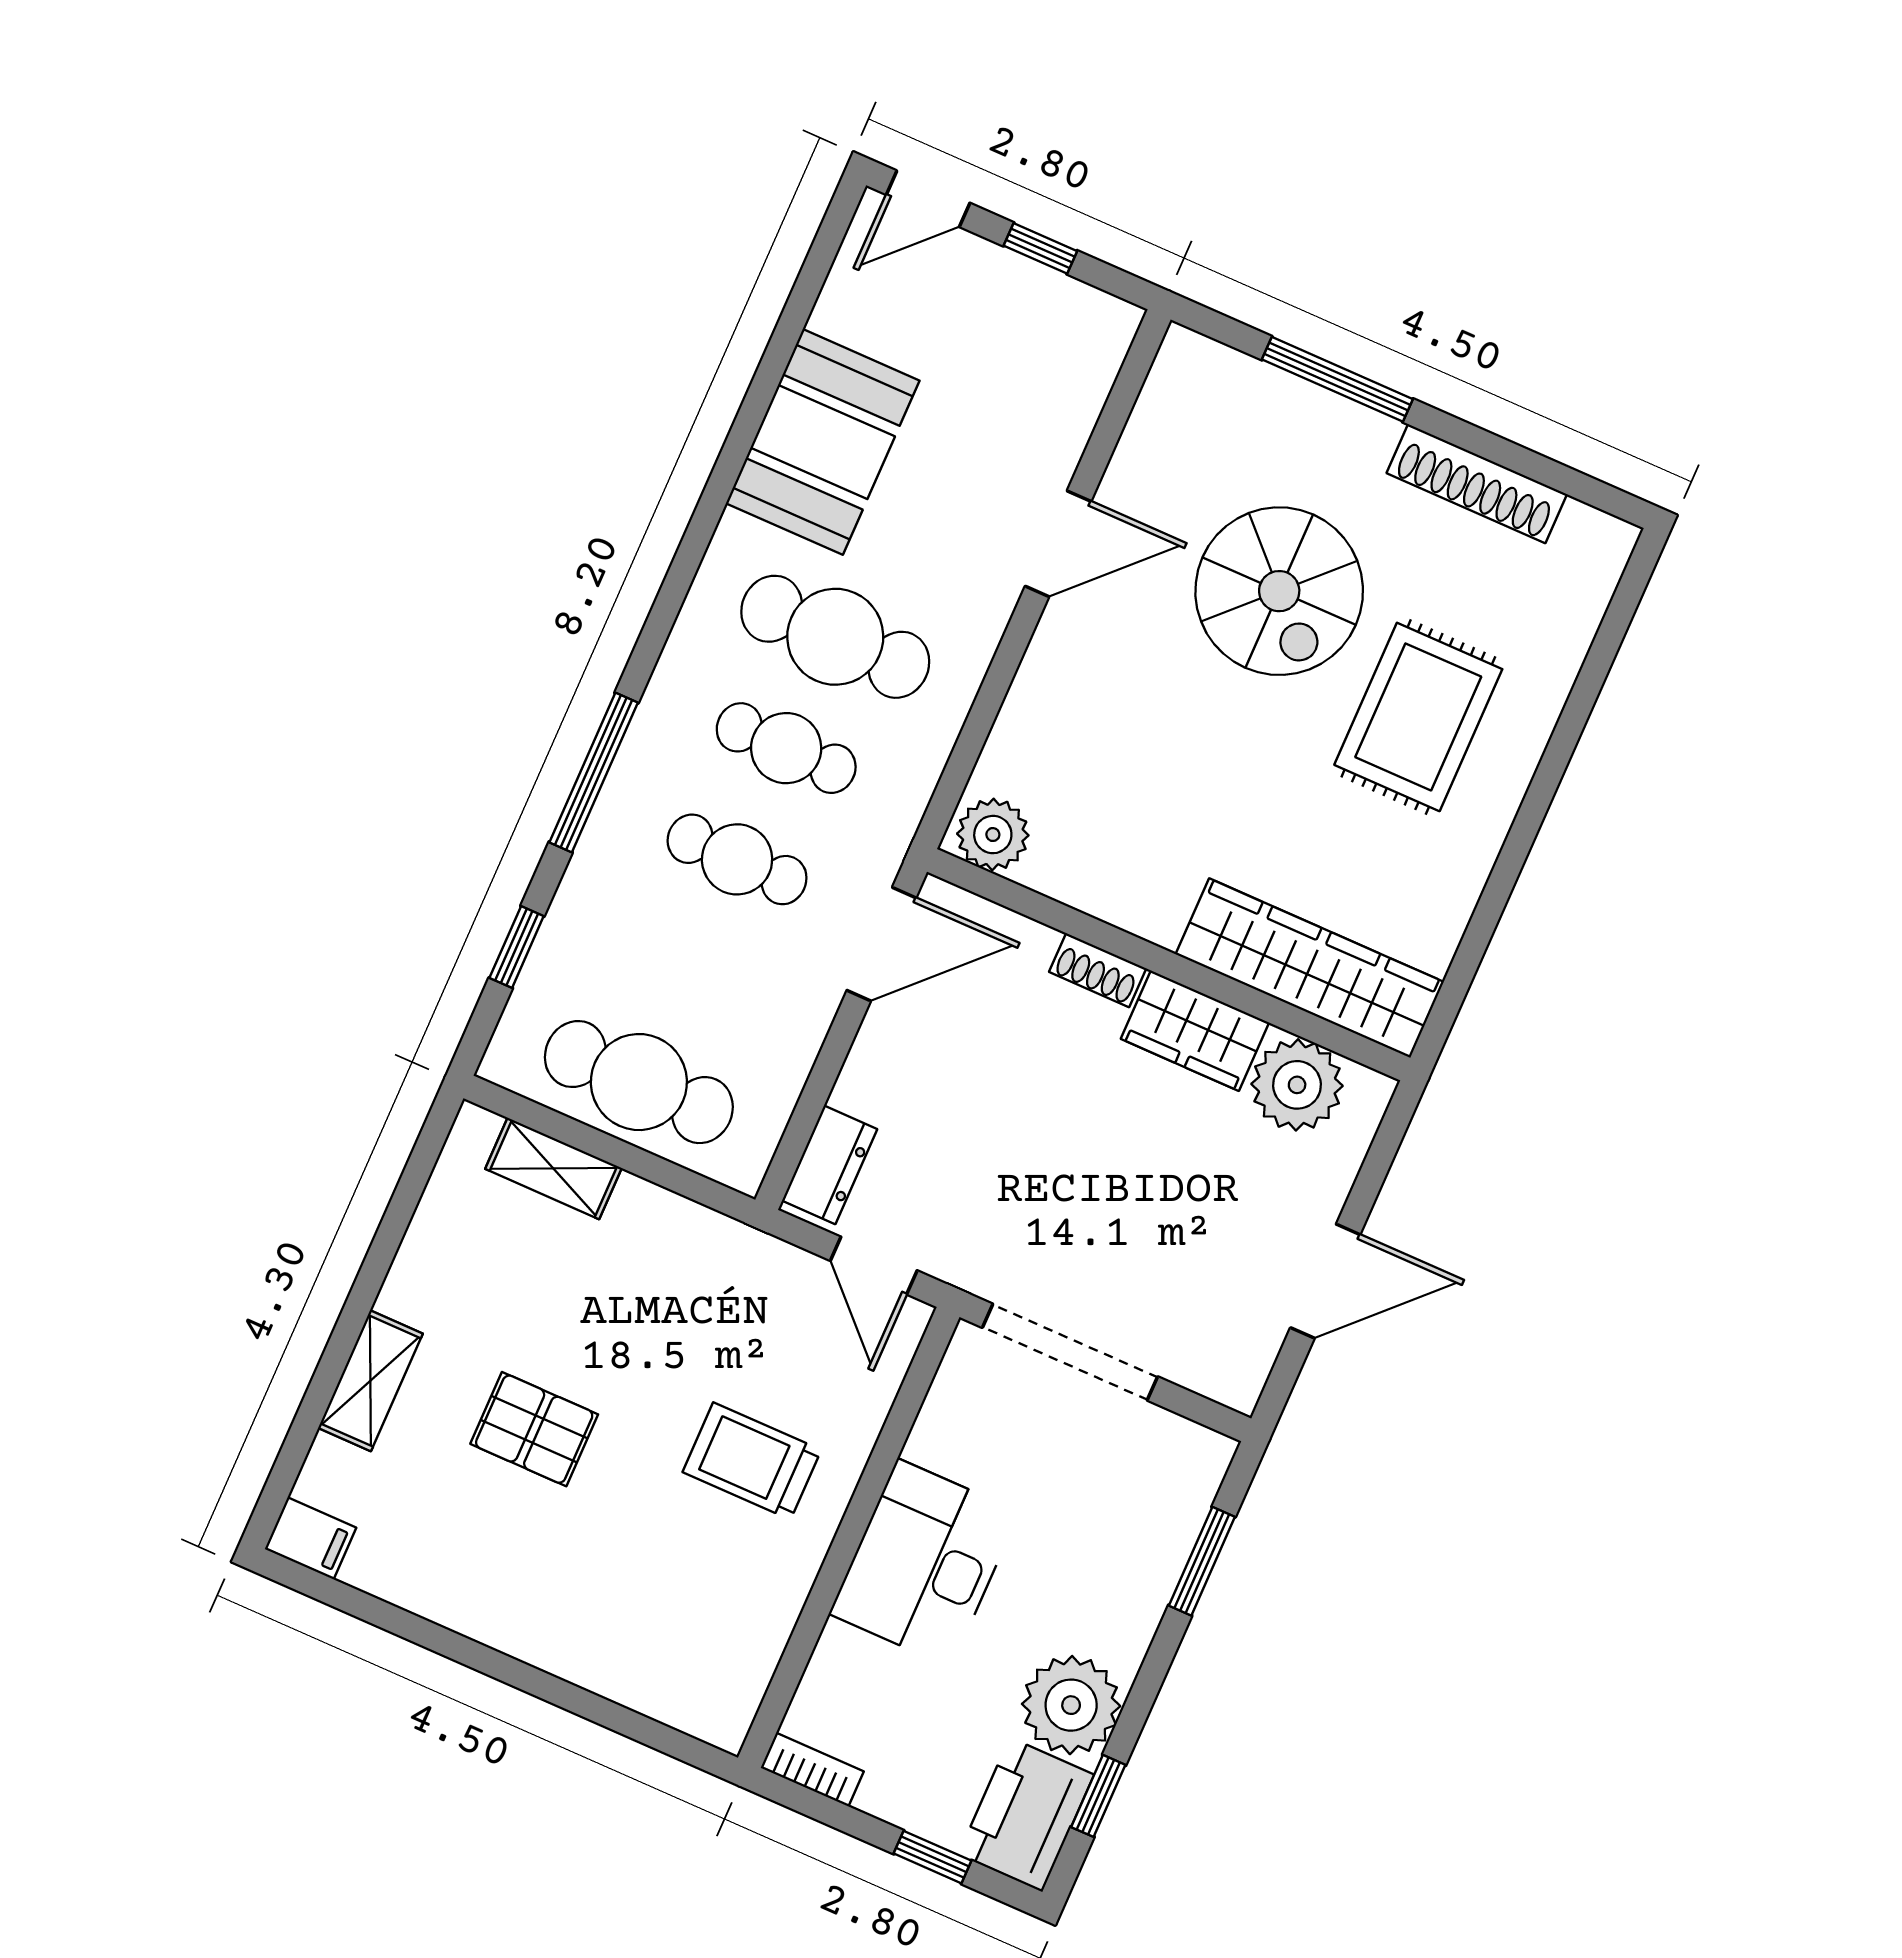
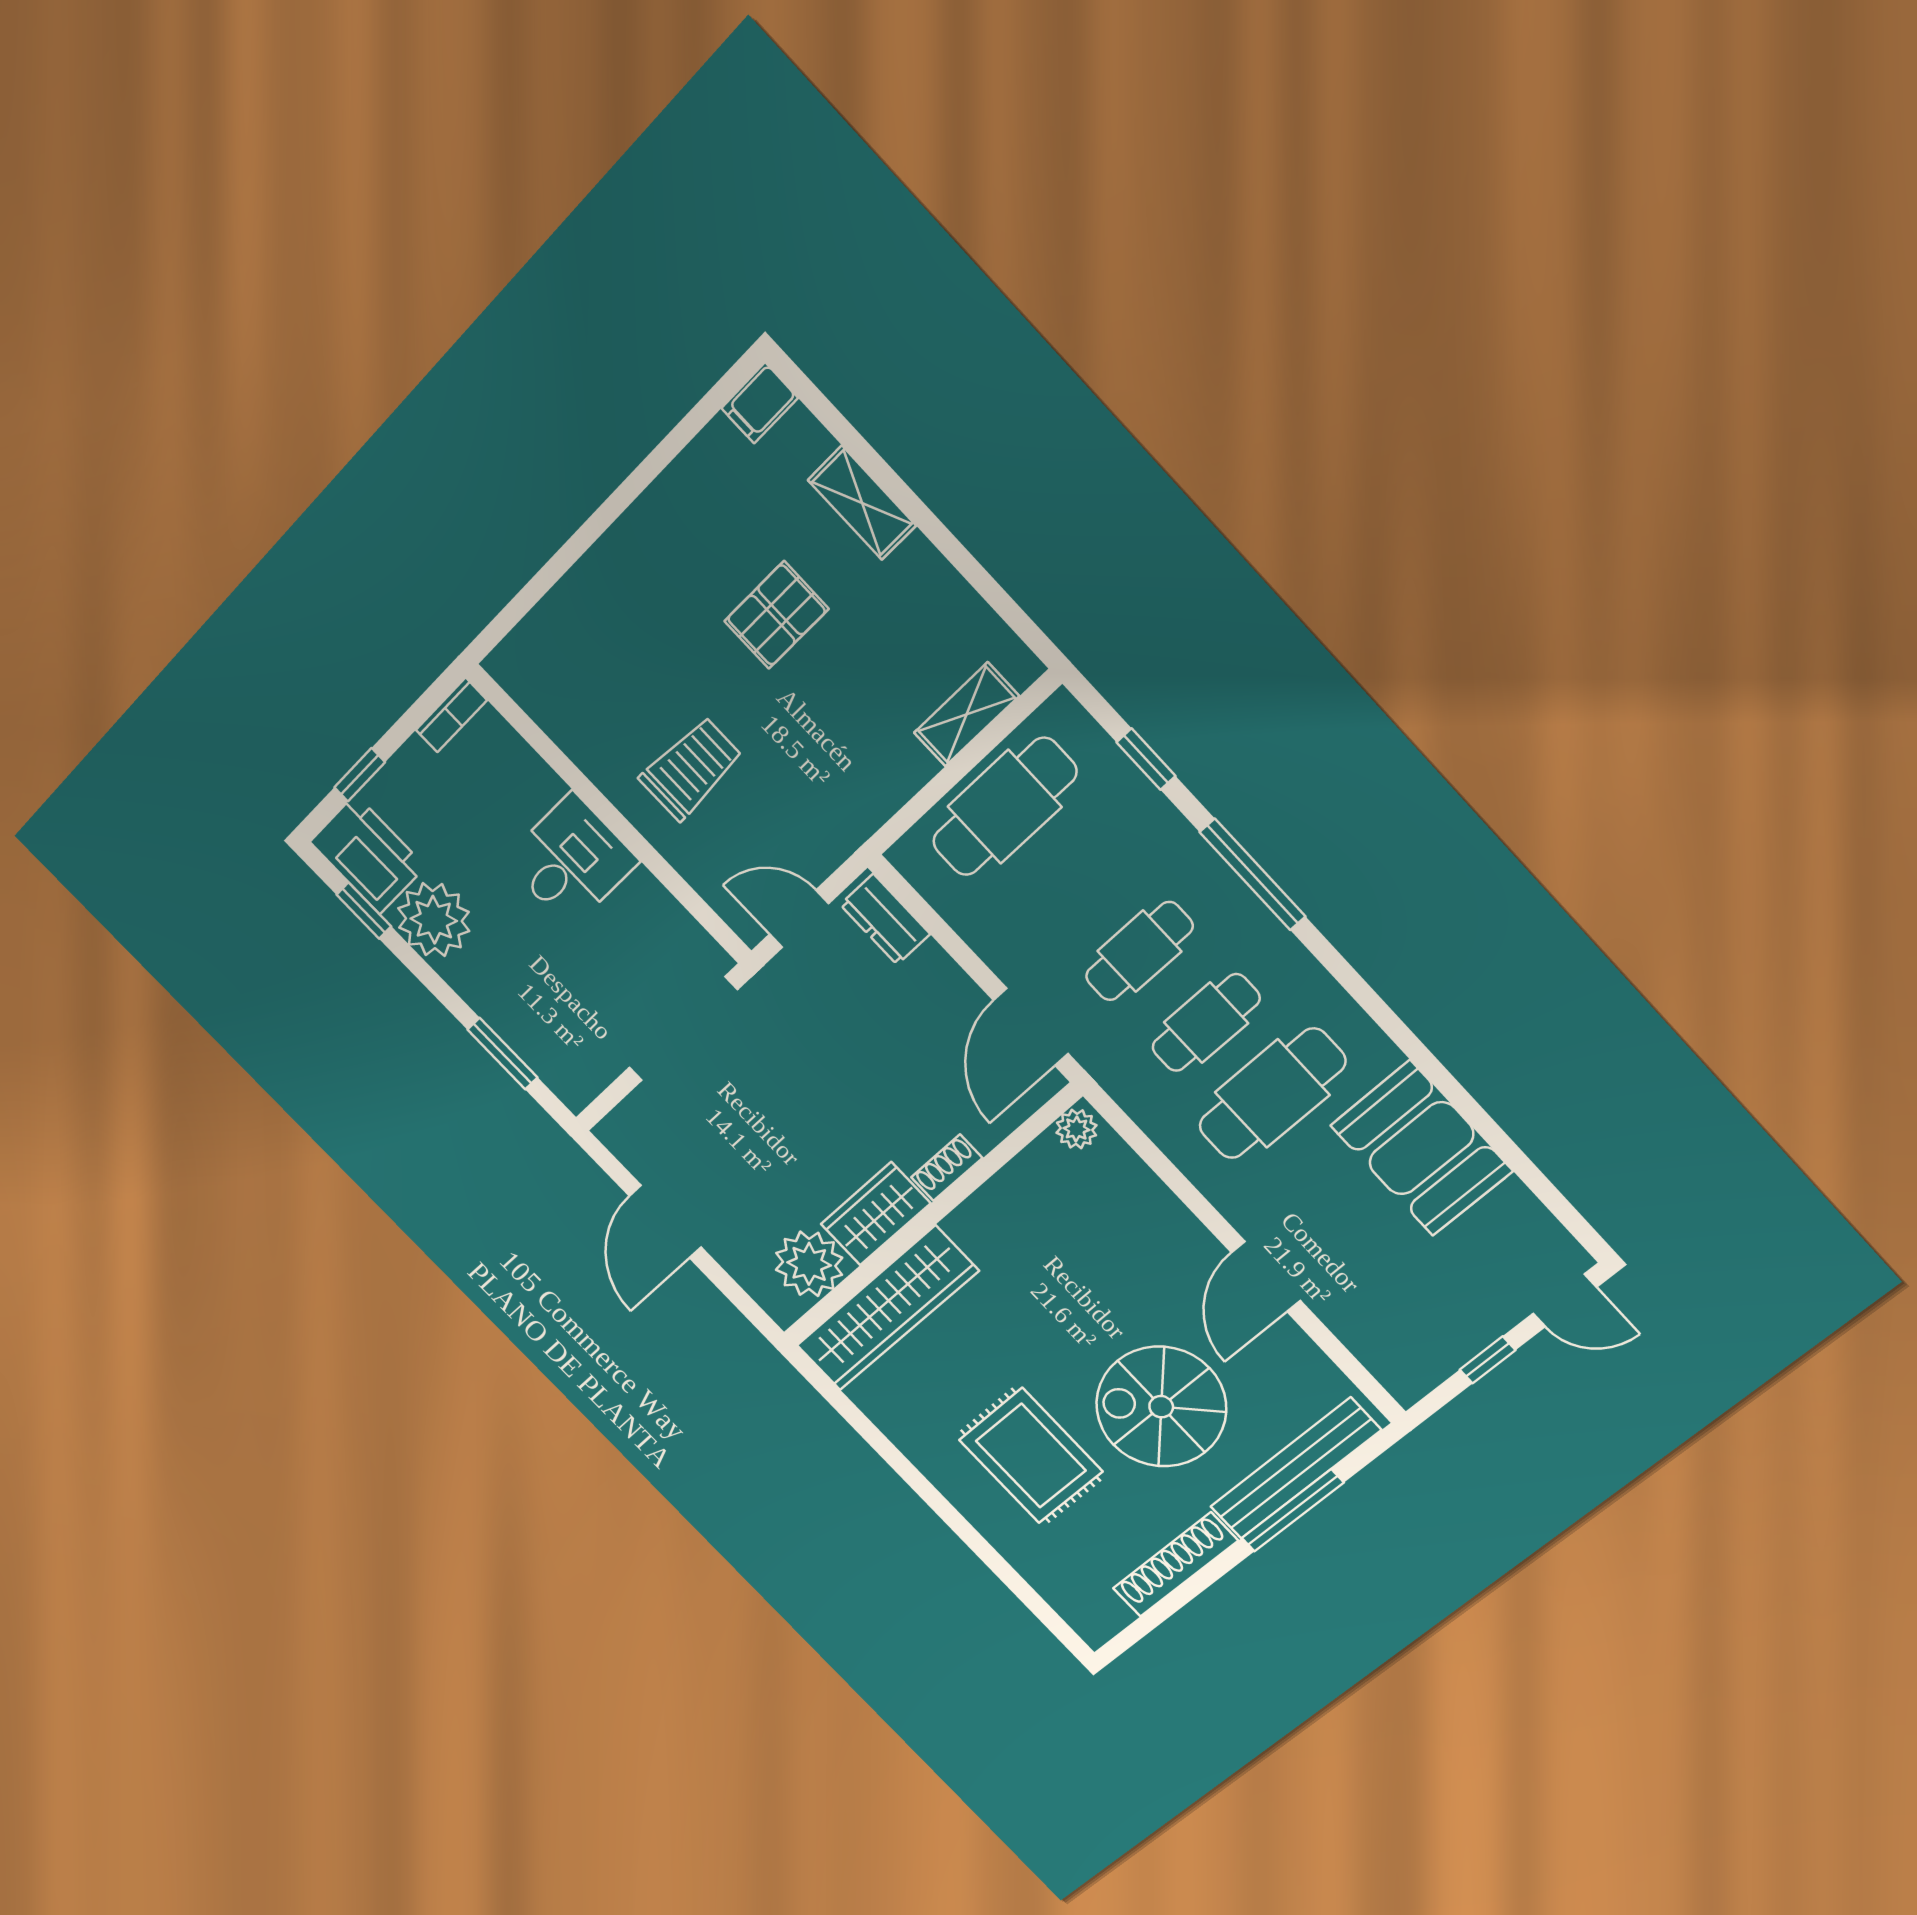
door: (928, 199) -> (1565, 1300), swing flipped
bench: (1282, 401) -> (1295, 1469), added
plant: (993, 835) -> (1076, 1129), width x0.73, depth x0.73
desk: (924, 1563) -> (571, 861), width x0.73

